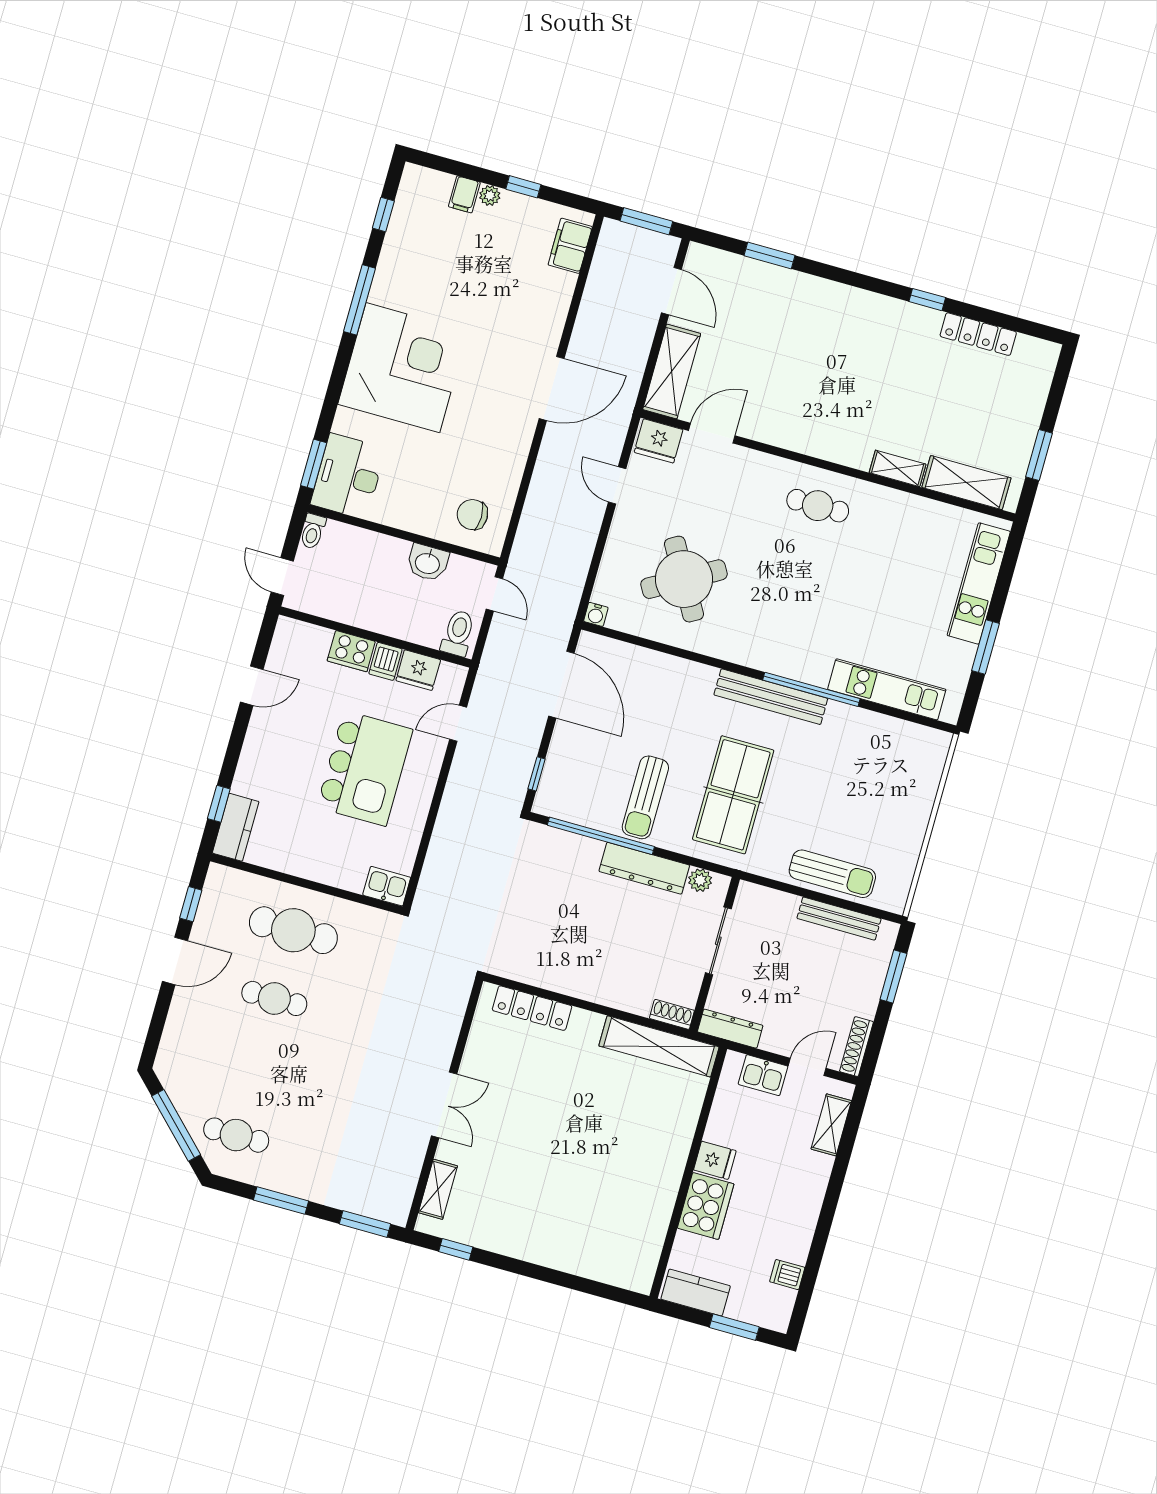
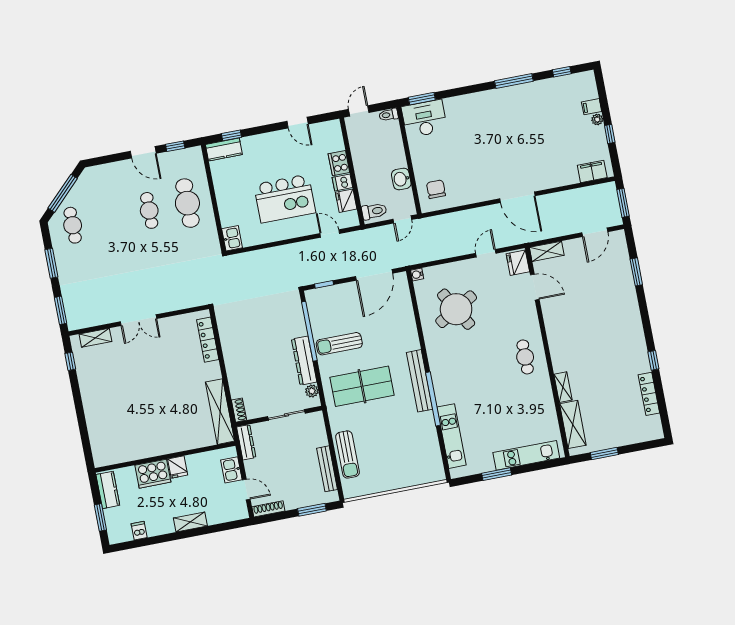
corner desk: (403, 368) -> (491, 119), removed
shelving: (672, 371) -> (547, 251), width x0.67, depth x0.75
shelving: (831, 1125) -> (190, 522), moved

